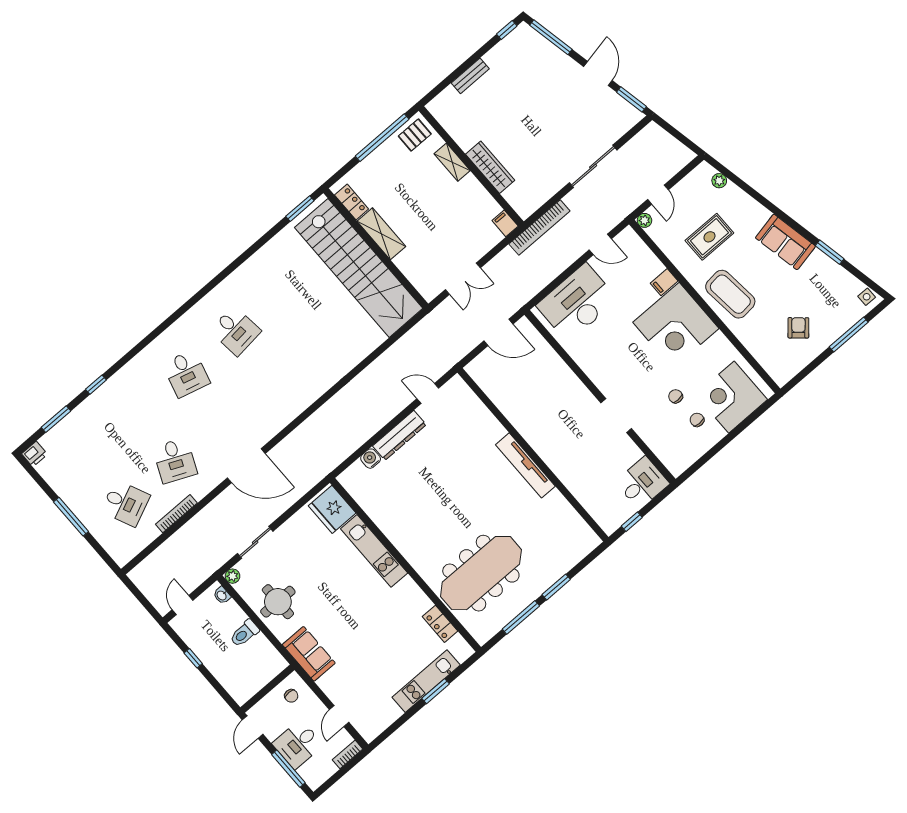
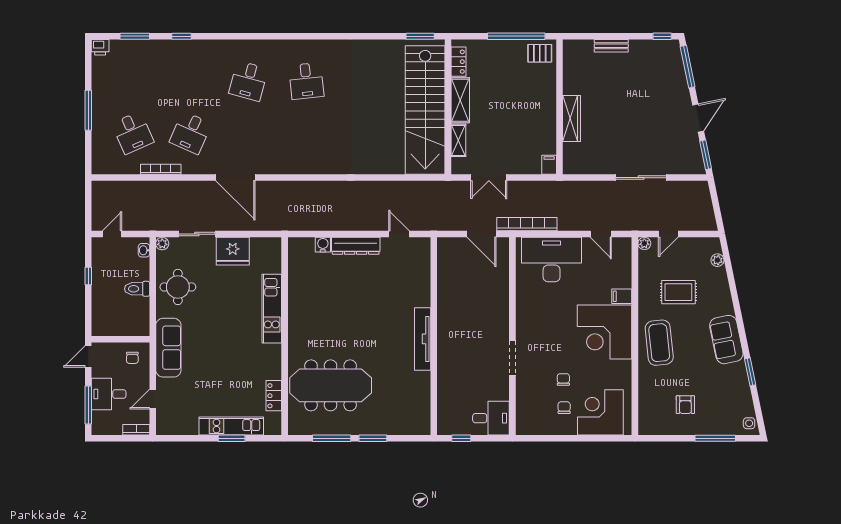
shelving: (452, 162) -> (458, 140), moved
bookcase: (539, 228) -> (527, 224), moved, turned 180
armchair: (798, 328) -> (685, 405), turned 139
fridge: (332, 509) -> (233, 251), moved, turned -90
sofa: (309, 654) -> (168, 348), width x1.36

